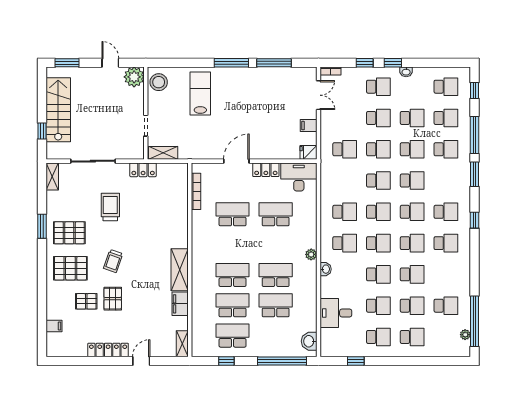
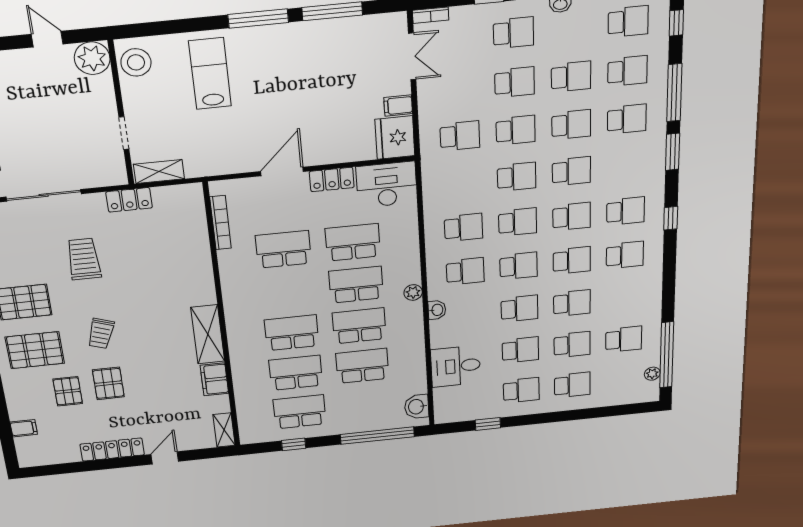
fridge: (308, 152) -> (395, 138), width x1.88, depth x1.34
school desk: (276, 245) -> (356, 285), added
pallet: (86, 301) -> (68, 391), turned 90

